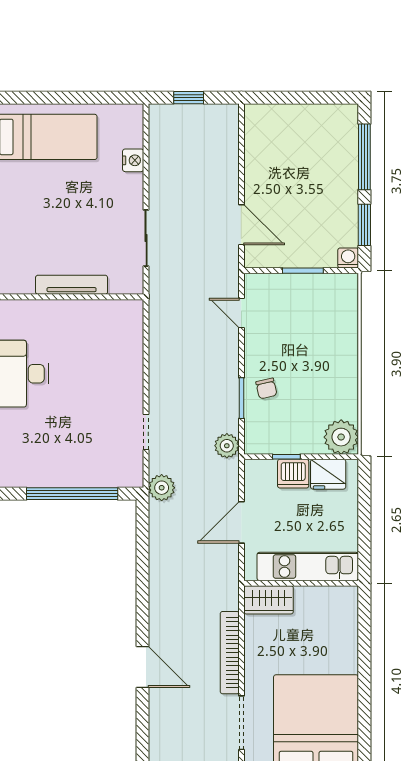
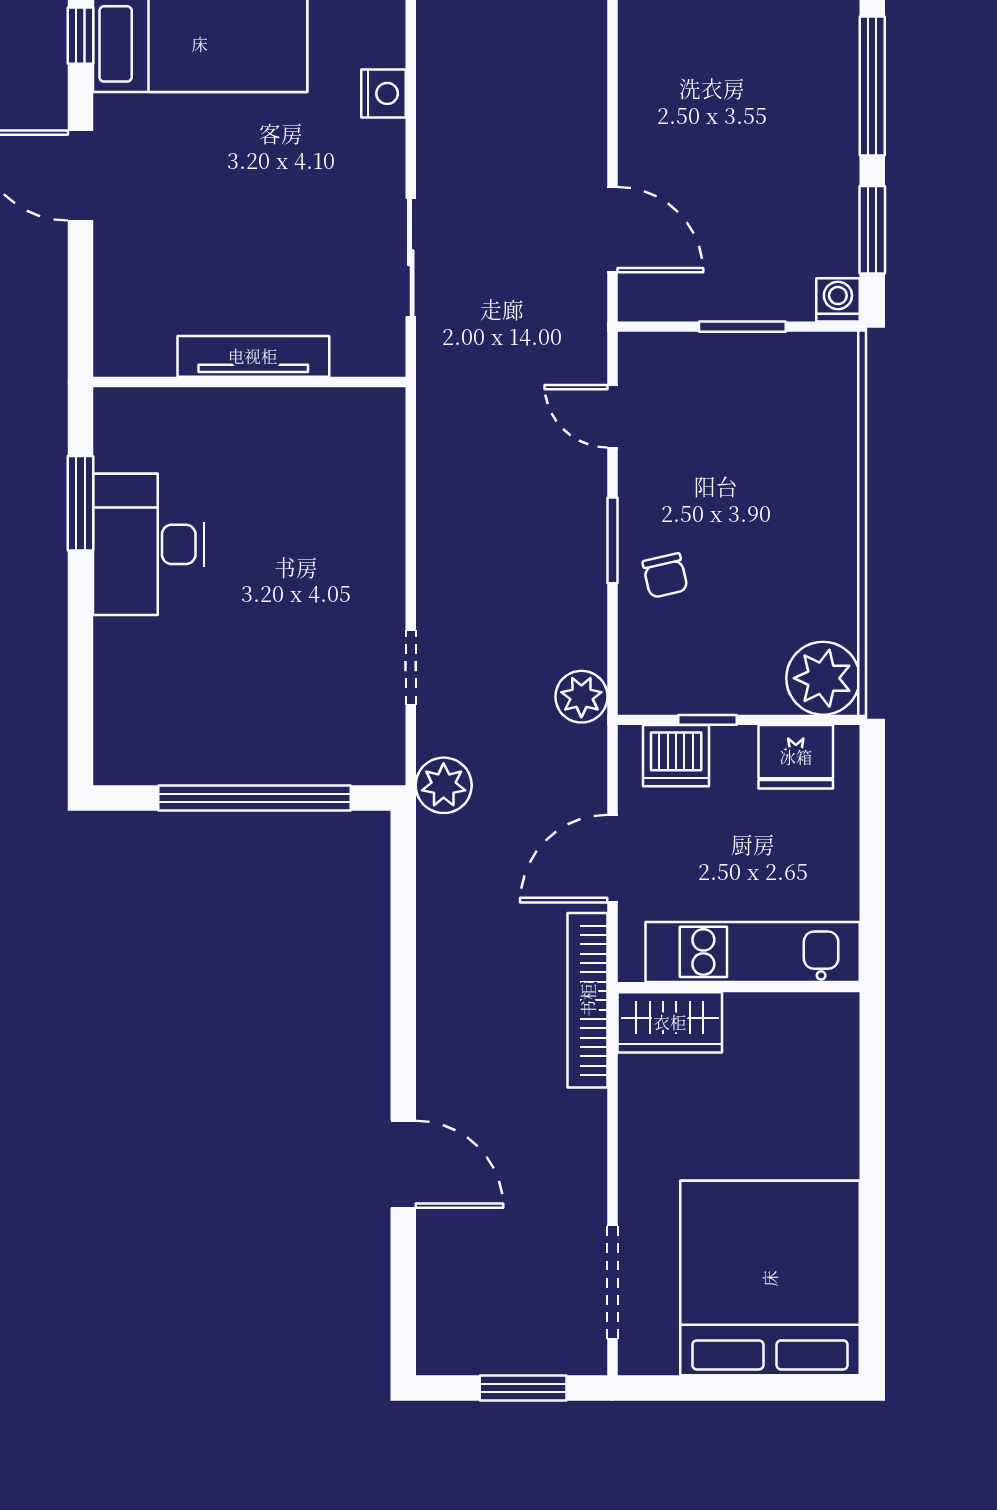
window: (241, 398) -> (612, 540), moved
dishwasher: (293, 474) -> (676, 756), moved
bookcase: (230, 653) -> (588, 1000), moved

